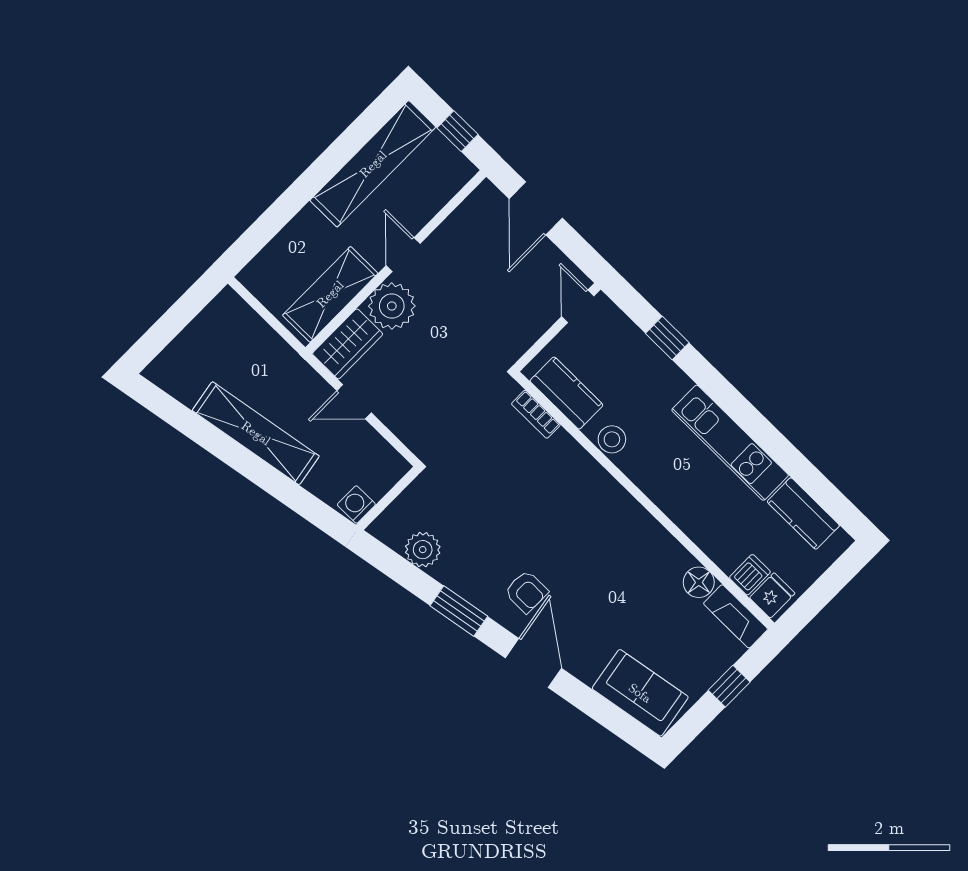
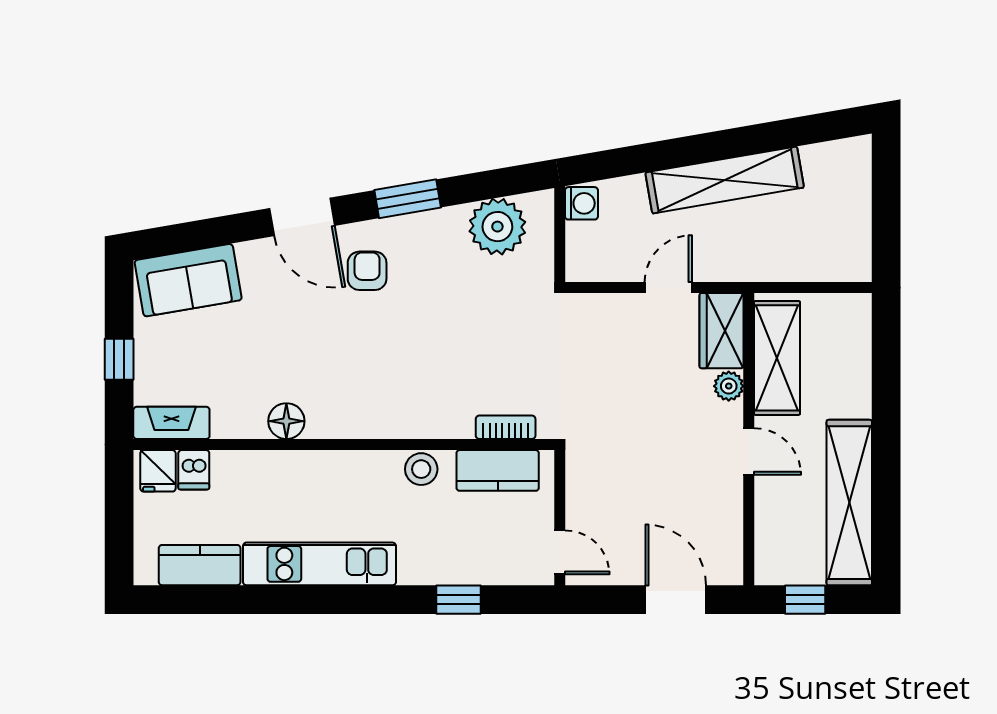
plant: (392, 306) -> (729, 386), width x0.53, depth x0.53
plant: (423, 550) -> (497, 227), width x1.36, depth x1.36
floor lamp: (699, 582) -> (286, 421), moved
armchair: (526, 592) -> (367, 271), turned 90

